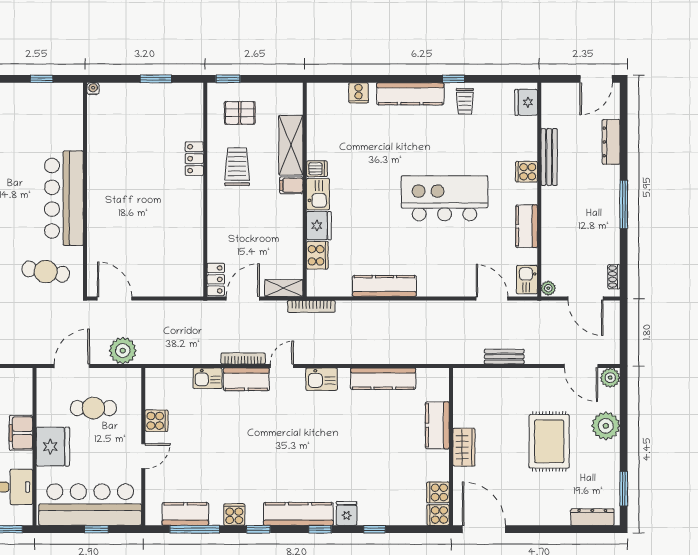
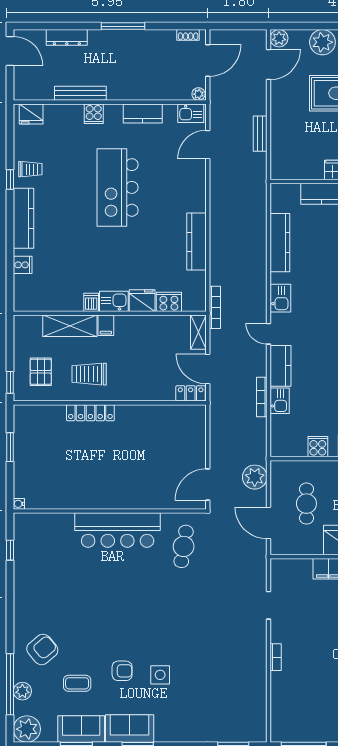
locker: (194, 159) -> (90, 413), width x1.53
bookcase: (243, 358) -> (262, 397), moved

